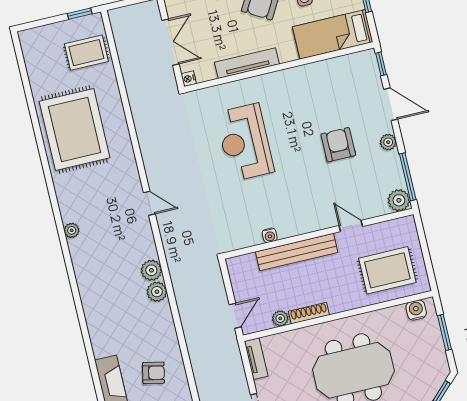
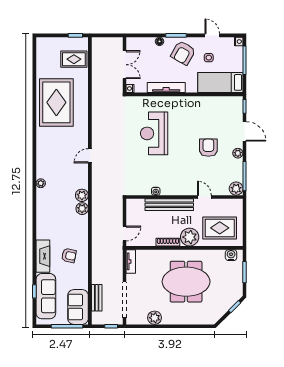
door: (149, 203) -> (90, 156), swing flipped
plant: (72, 230) -> (41, 183), moved
plant: (280, 318) -> (190, 237), moved, width x1.87, depth x1.87

